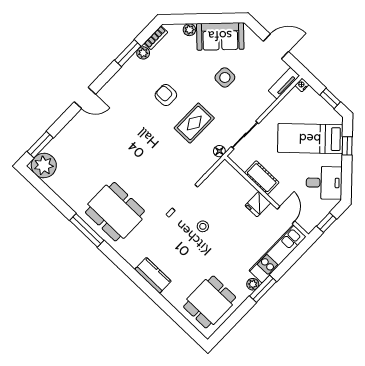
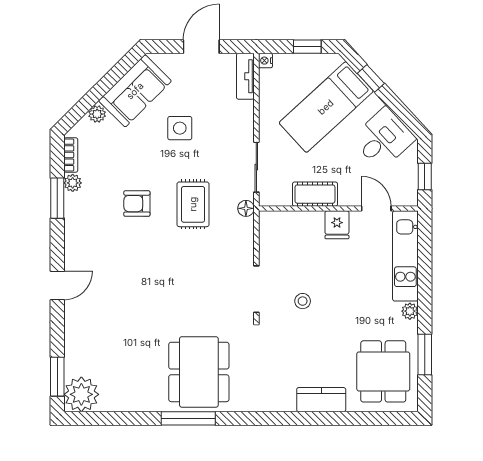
dining table: (115, 212) -> (199, 372), turned 90
kitchen counter: (153, 275) -> (321, 400), moved
window: (263, 289) -> (425, 355), moved

